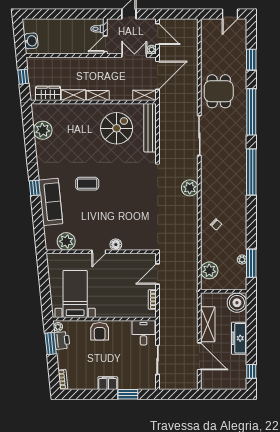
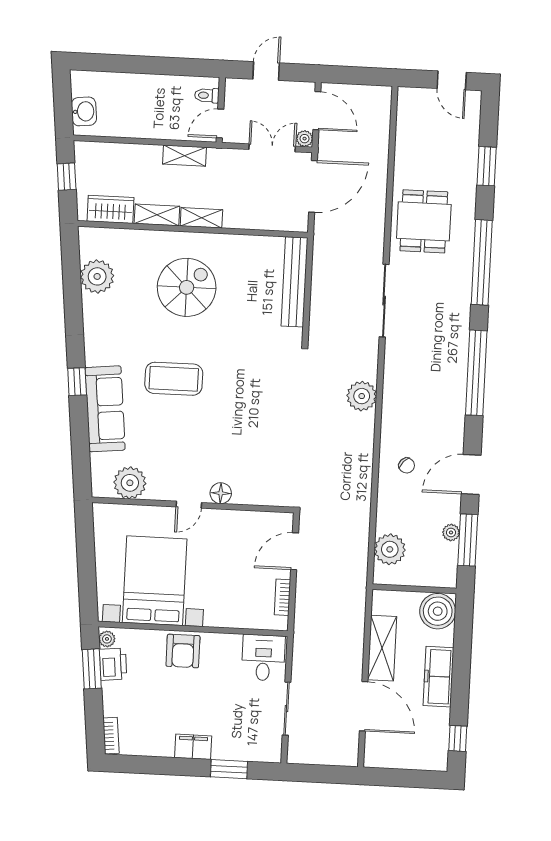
door: (230, 14) -> (452, 80), hinge flipped
shelving: (144, 95) -> (185, 156), moved
spiral stairs: (117, 128) -> (187, 287), moved
coffee table: (87, 184) -> (174, 379), width x1.36, depth x1.32
door: (251, 228) -> (471, 475), added
bed with nightstands: (75, 294) -> (155, 581), width x1.36

